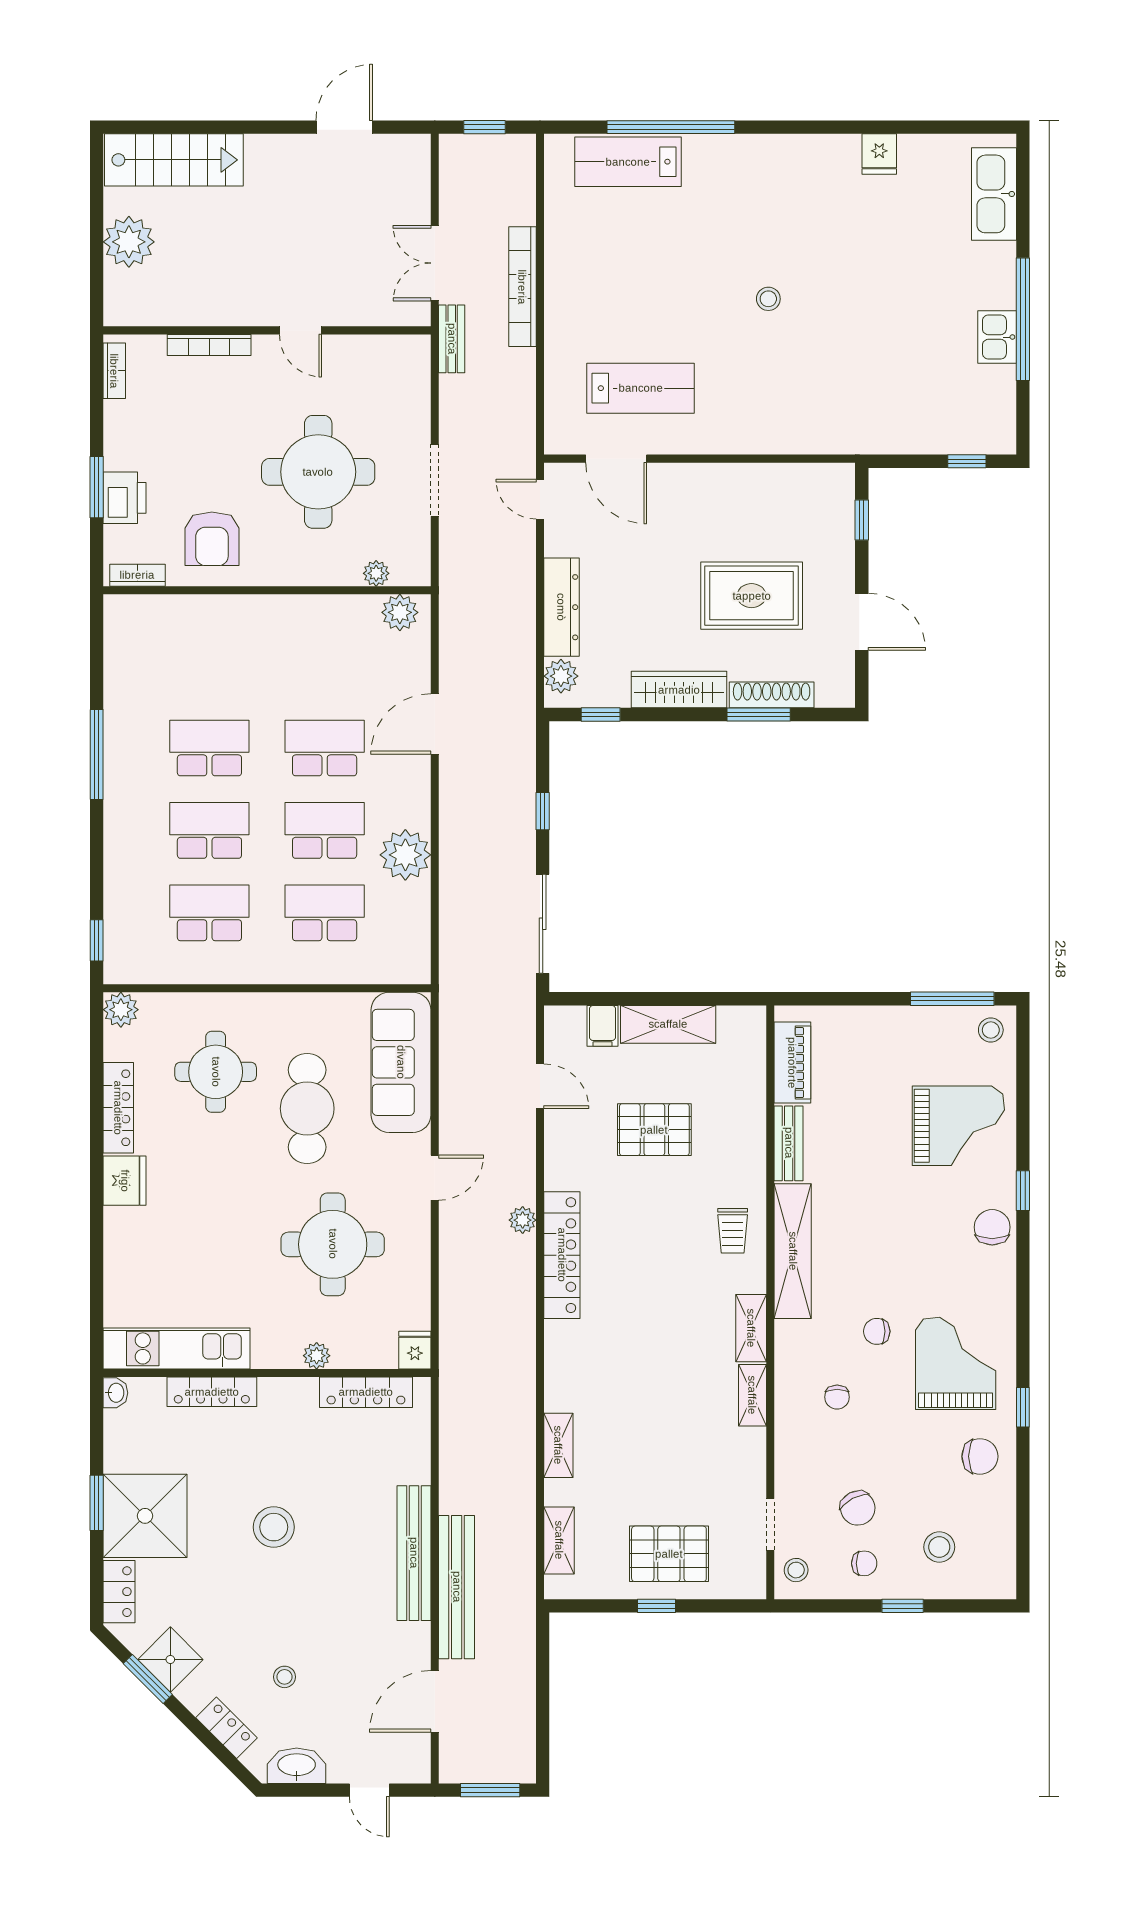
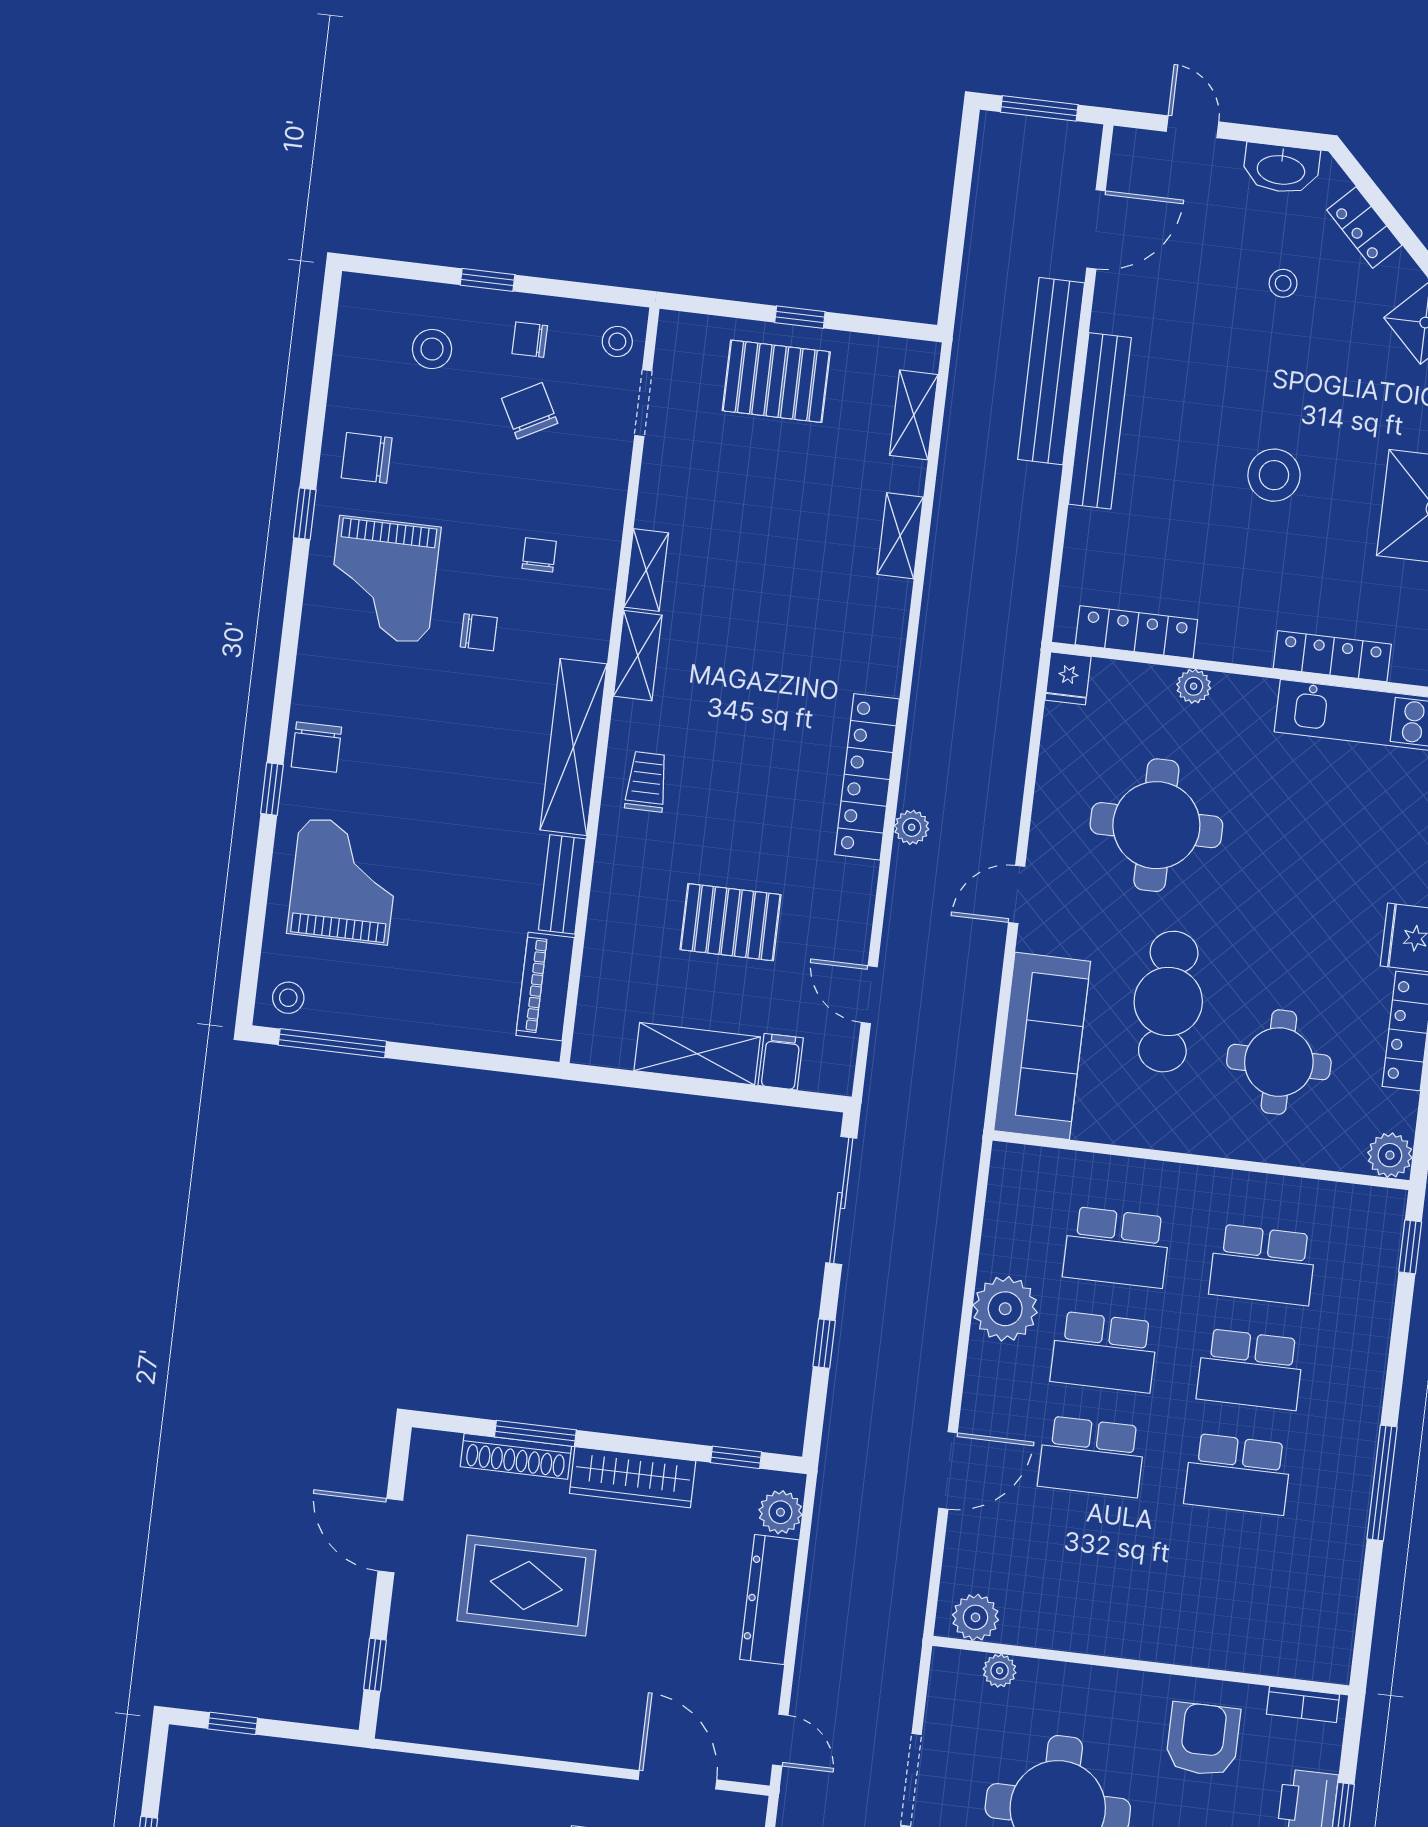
grand piano: (958, 1126) -> (344, 881), turned 90

